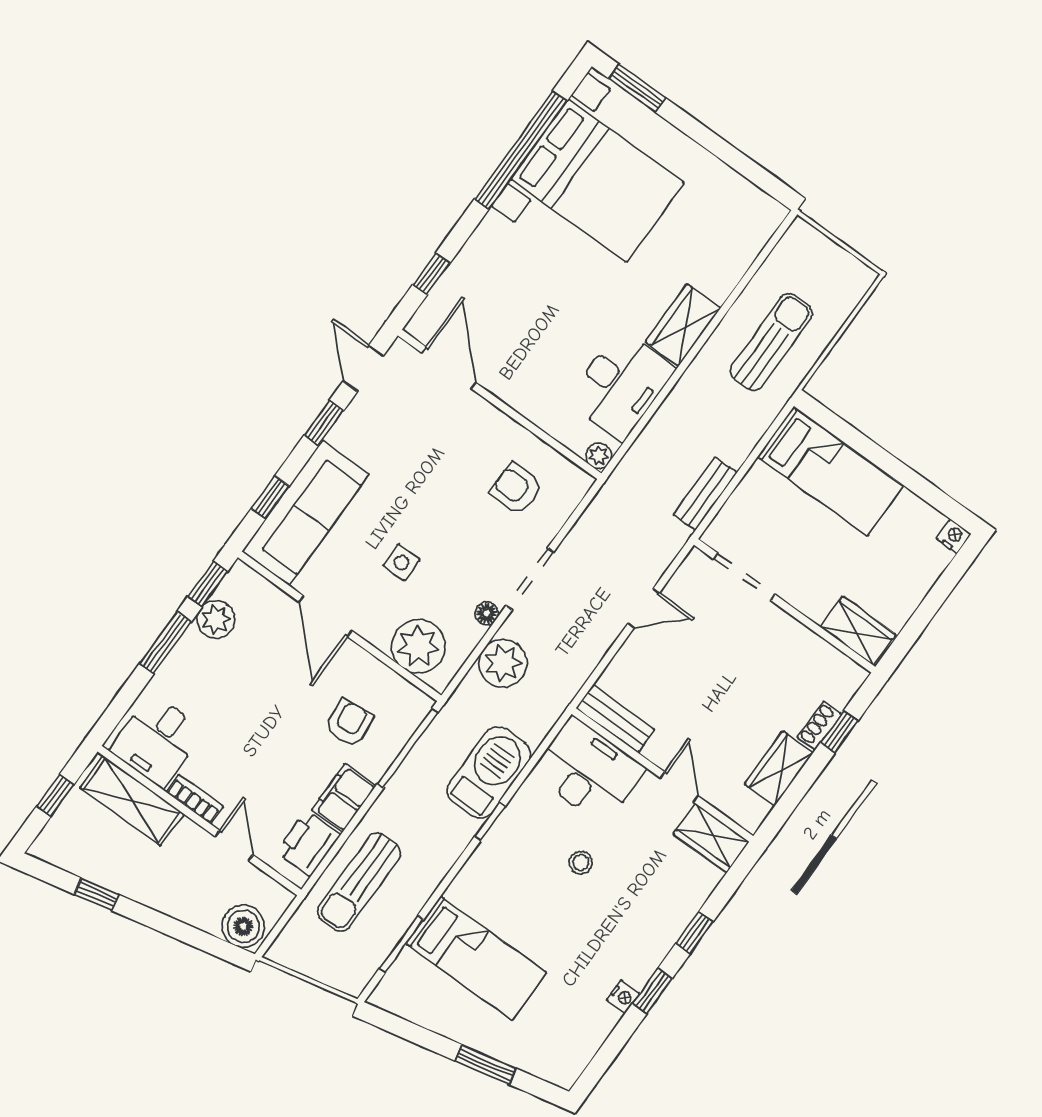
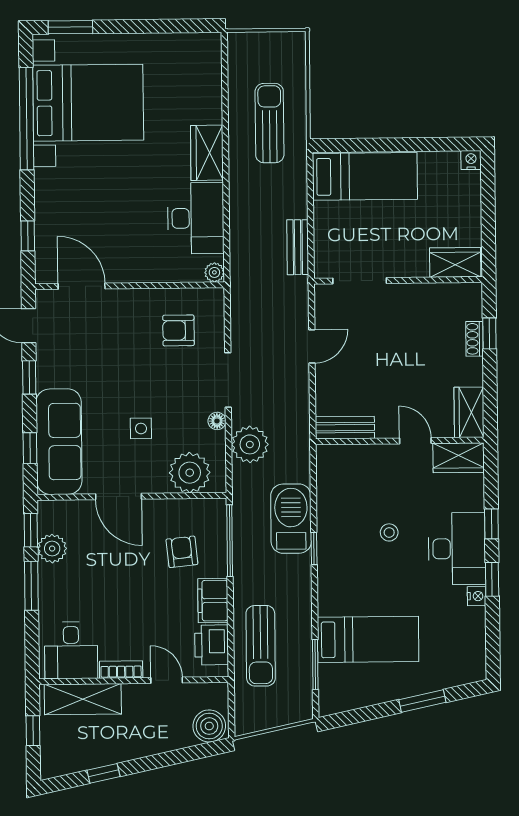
wardrobe: (779, 768) -> (469, 412), moved
desk: (588, 771) -> (457, 549), moved, turned 90

